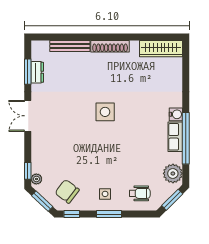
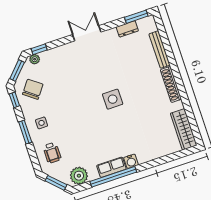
window: (28, 72) -> (136, 17), moved

